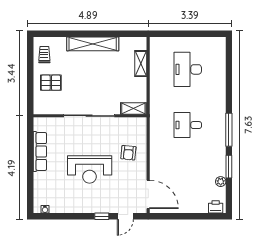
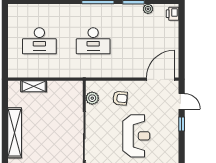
shelving: (133, 108) -> (77, 93), removed
plant: (128, 124) -> (92, 98), added
desk: (188, 125) -> (93, 41), width x1.37

